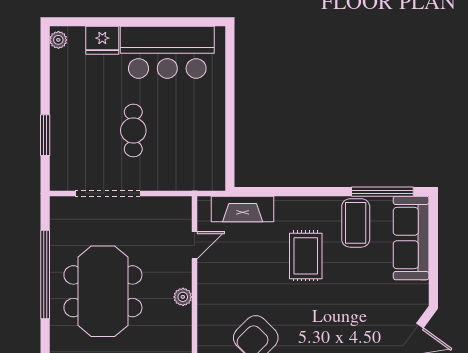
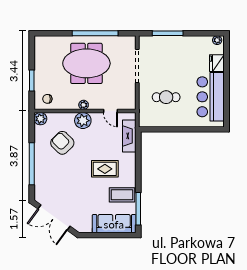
cafe table: (133, 130) -> (166, 97), moved
window: (45, 135) -> (168, 33), width x1.44
plant: (213, 298) -> (83, 121), added

